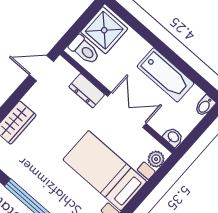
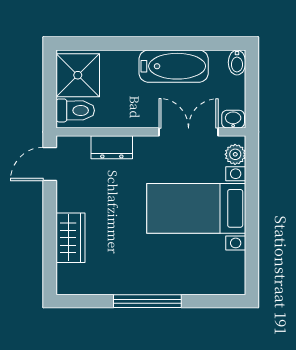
double door: (127, 110) -> (189, 132), moved

